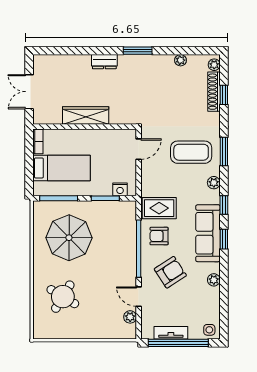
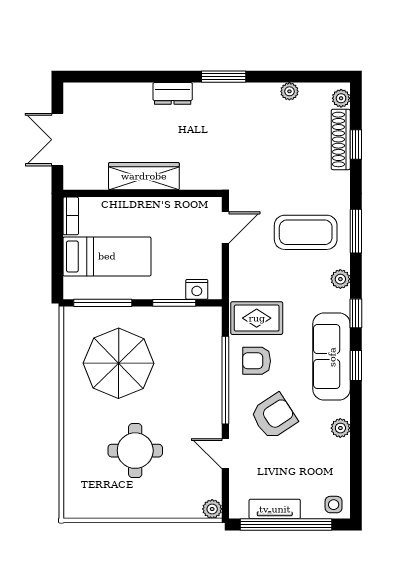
round table: (63, 297) -> (135, 451), moved, turned -31
plant: (130, 317) -> (212, 509), moved

